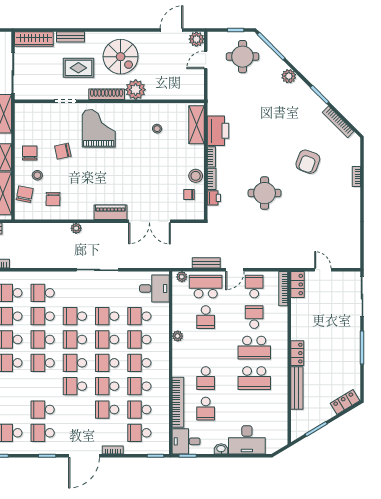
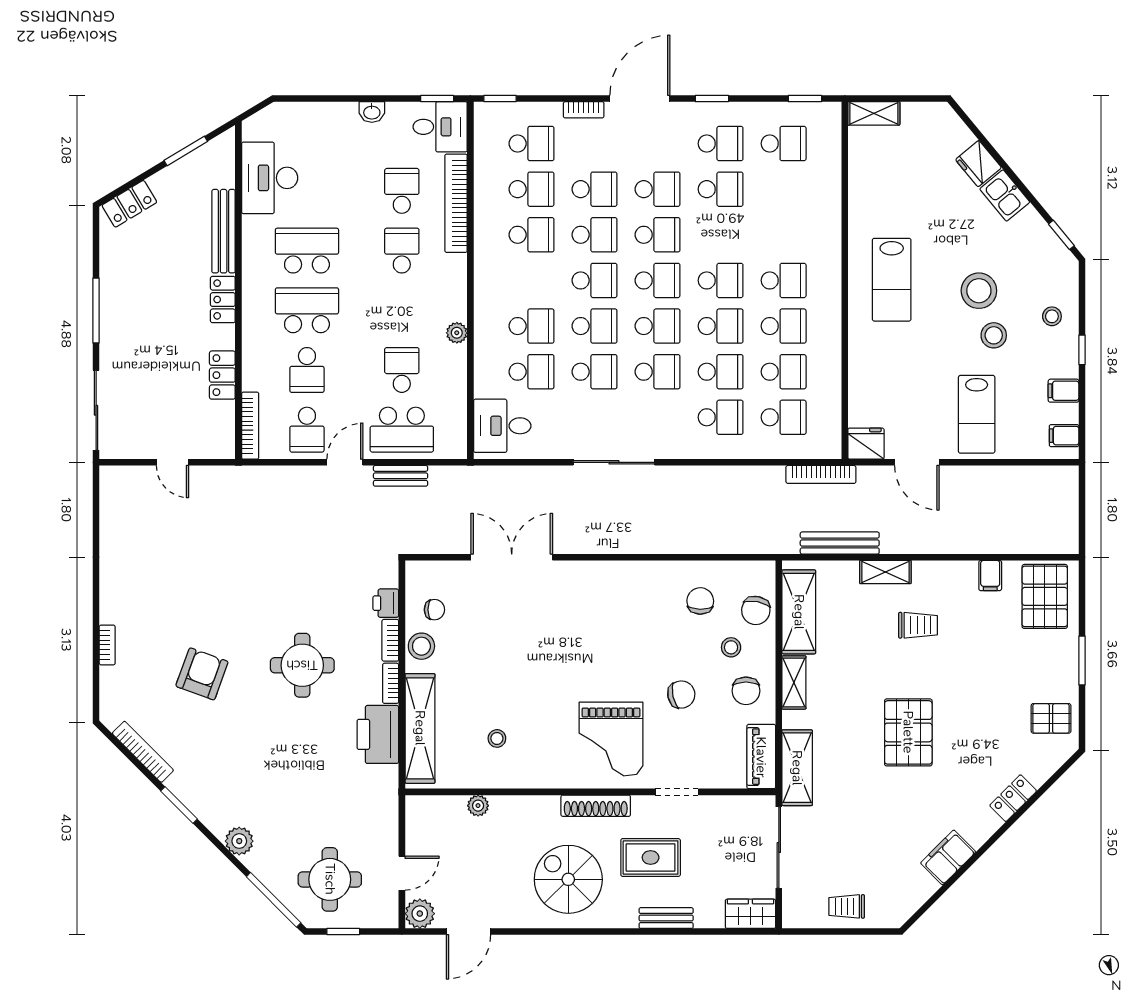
wardrobe: (34, 39) -> (750, 914), width x0.67
plant: (136, 90) -> (478, 806), moved, width x0.53, depth x0.53
shelving: (196, 125) -> (420, 728), width x1.47
round table: (265, 193) -> (302, 665), moved
piano: (110, 212) -> (761, 757), moved, turned 90
plant: (76, 228) -> (655, 544), removed
plant: (182, 277) -> (448, 449), removed
locker: (297, 284) -> (222, 375), moved
school desk: (139, 363) -> (658, 189), moved
desk: (247, 440) -> (270, 178), moved, turned -90

